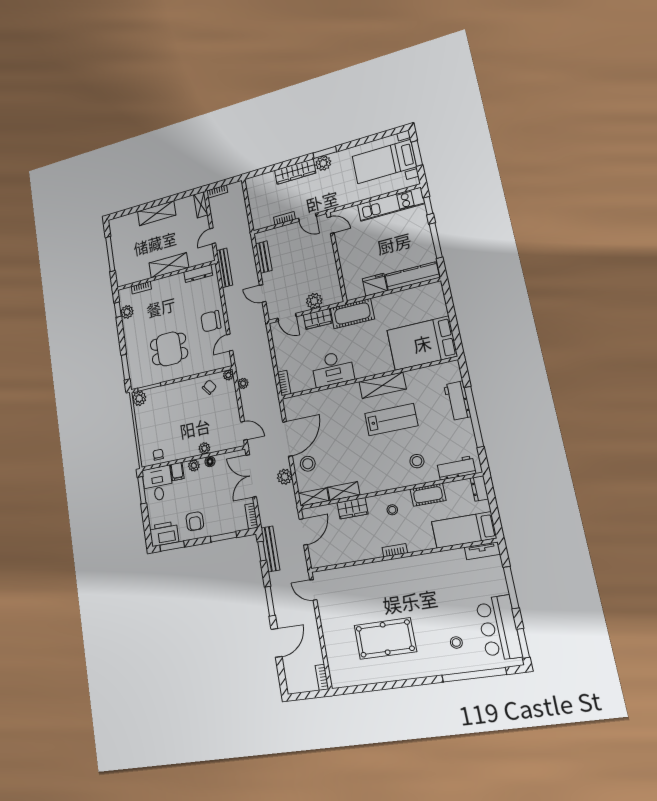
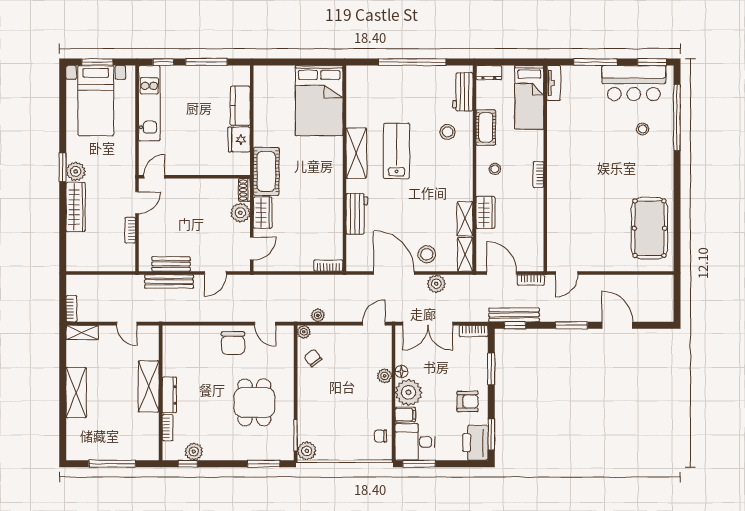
bench: (224, 268) -> (169, 281), moved
dresser: (198, 274) -> (169, 395), moved
kitchen counter: (412, 276) -> (240, 106), width x0.67
shoe rack: (333, 300) -> (244, 190), added
desk: (333, 369) -> (325, 206), removed
workbench: (457, 401) -> (357, 214), moved, turned -90
plant: (194, 466) -> (408, 392), width x1.88, depth x1.88
pool table: (385, 638) -> (649, 228), moved
bookcase: (322, 677) -> (531, 280), moved

